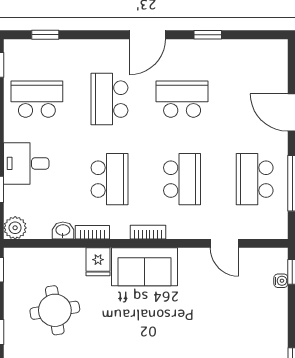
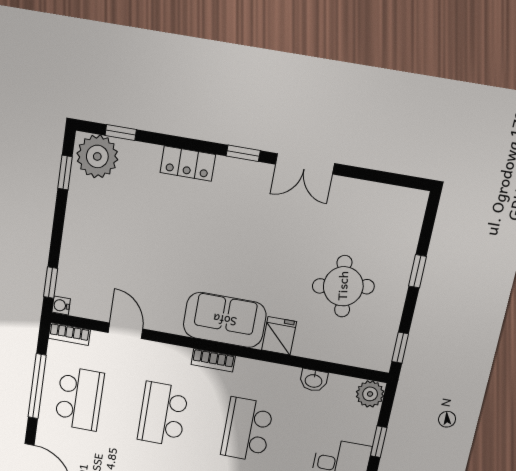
bookcase: (92, 232) -> (69, 334), moved
water cooler: (281, 281) -> (61, 306), moved

